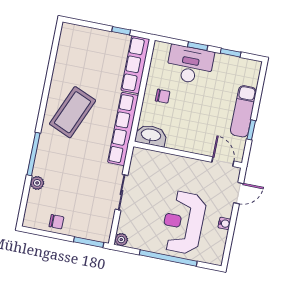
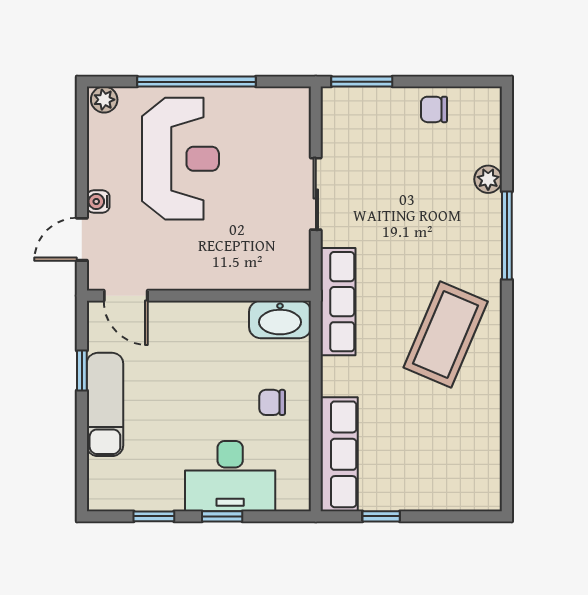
row of seats: (123, 129) -> (338, 302), width x0.73
water cooler: (224, 223) -> (98, 201), moved
plant: (121, 240) -> (104, 100), moved

